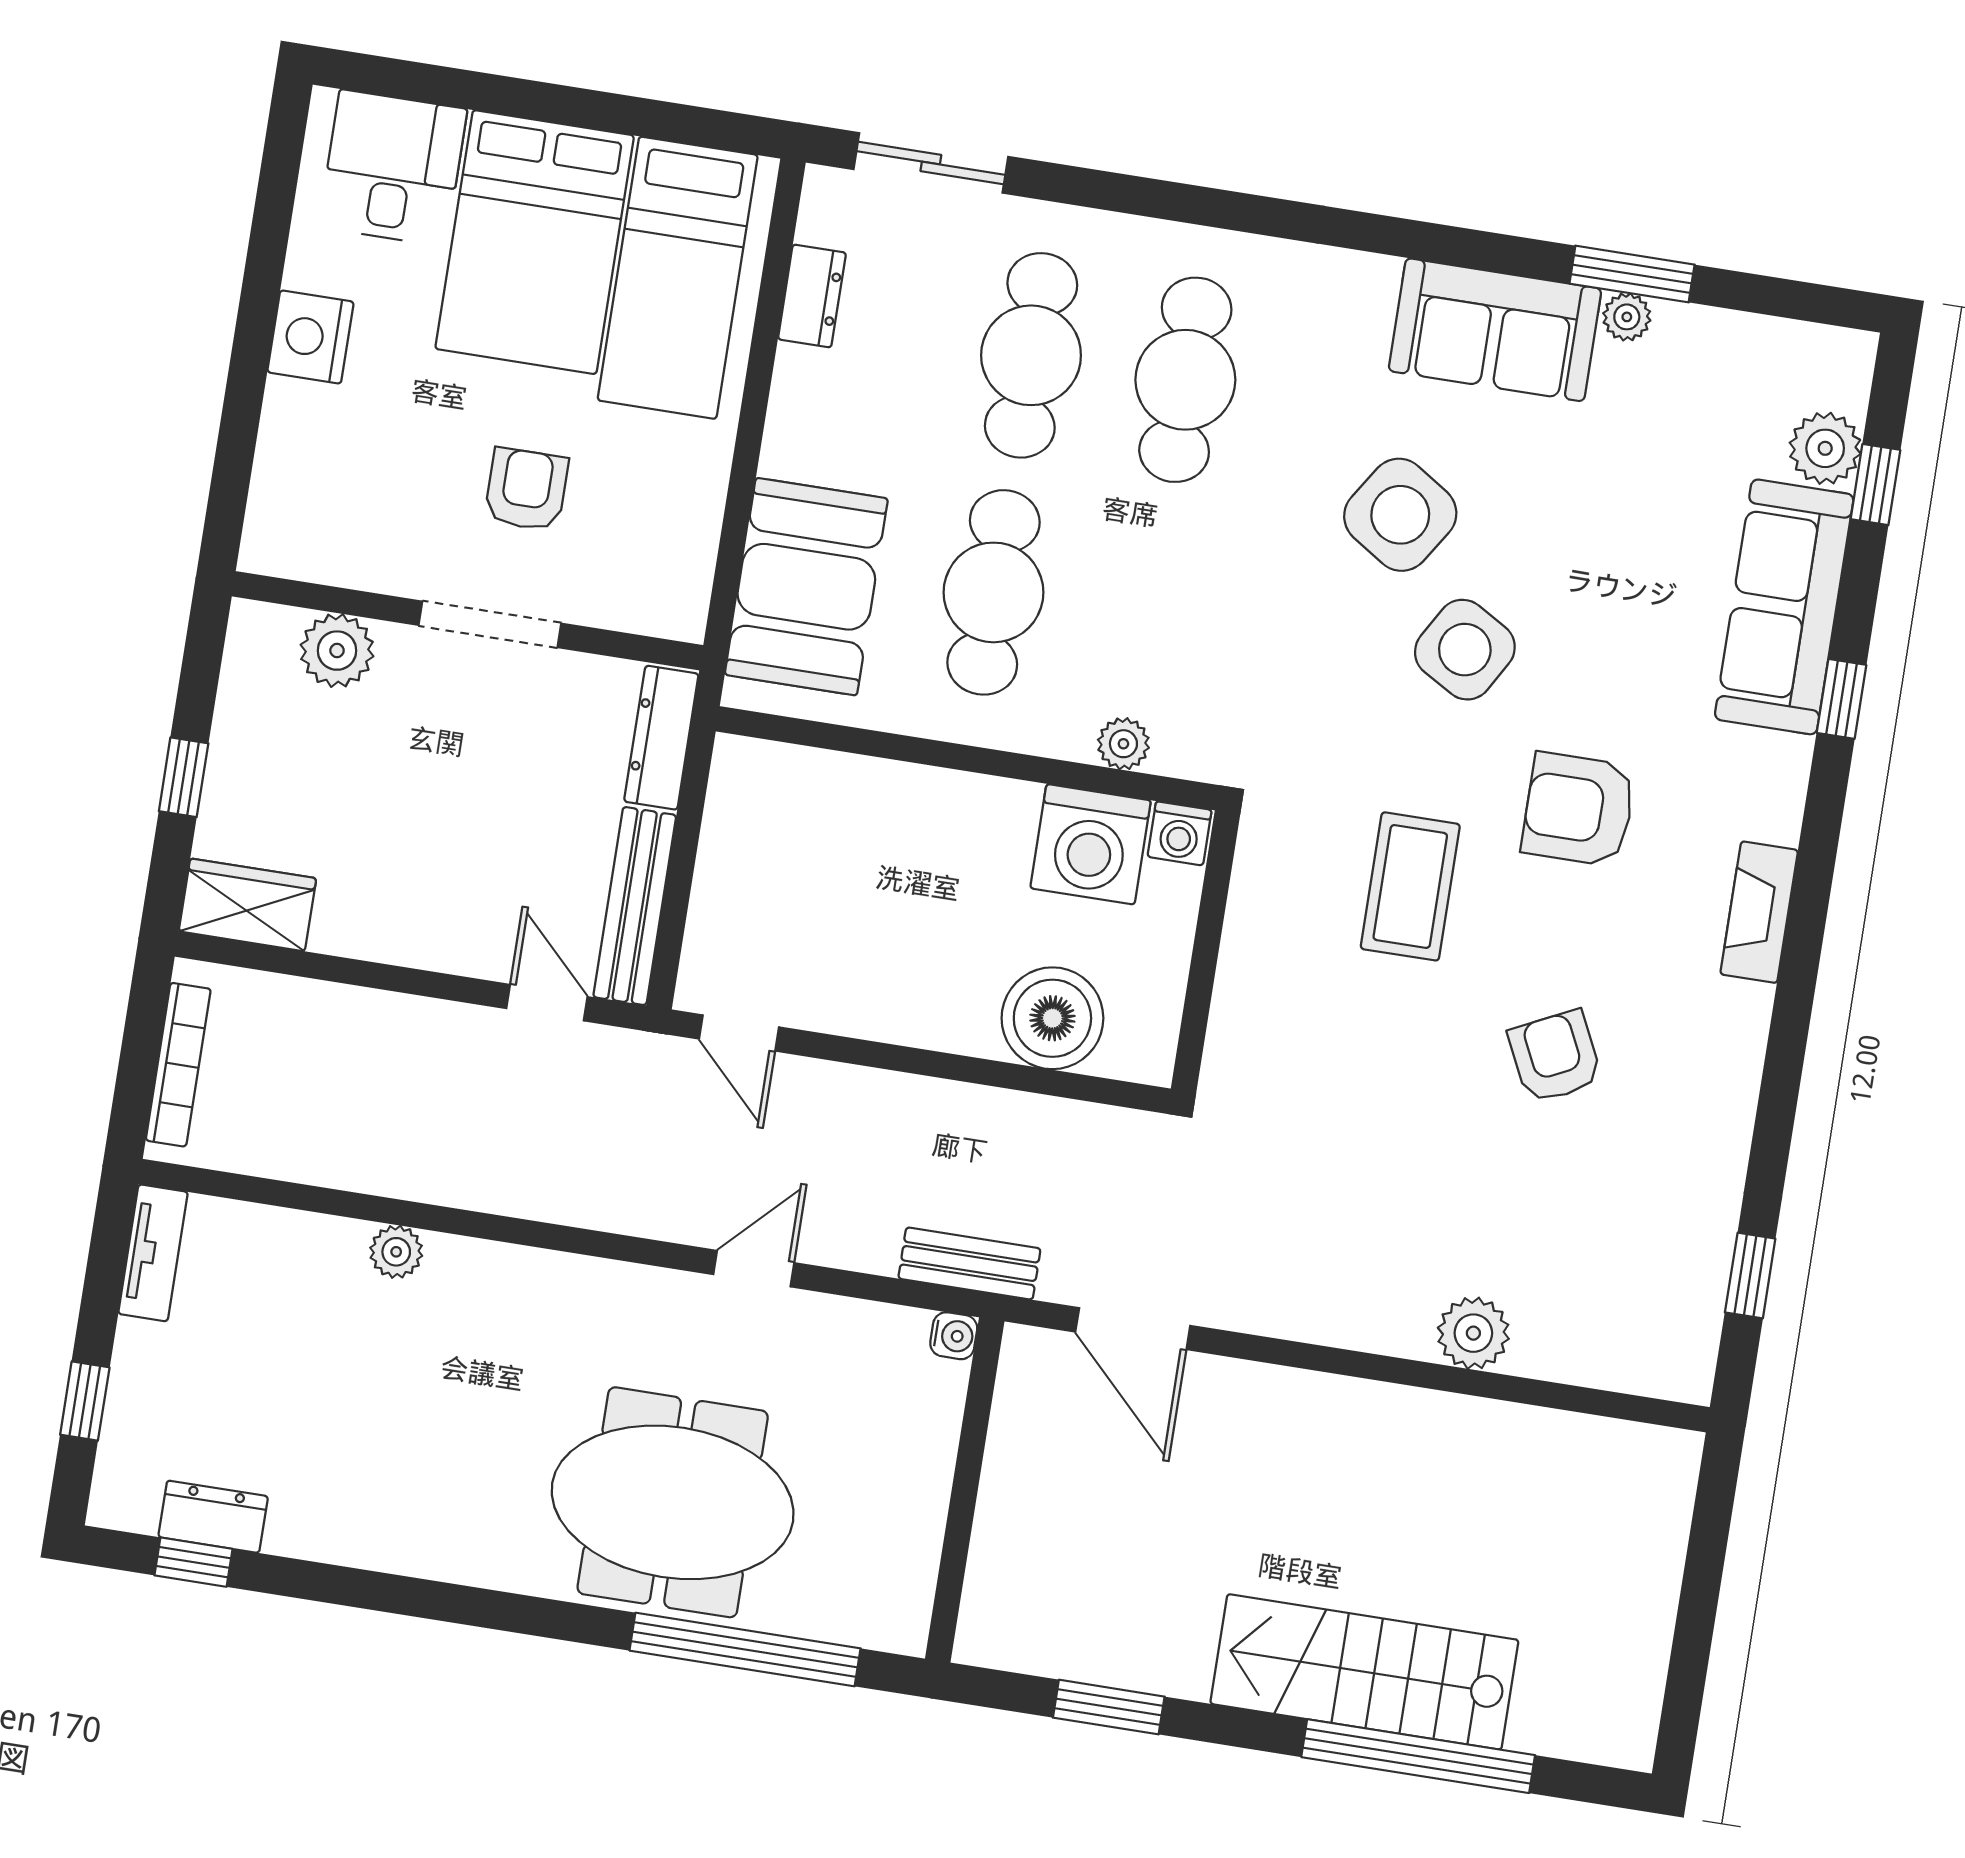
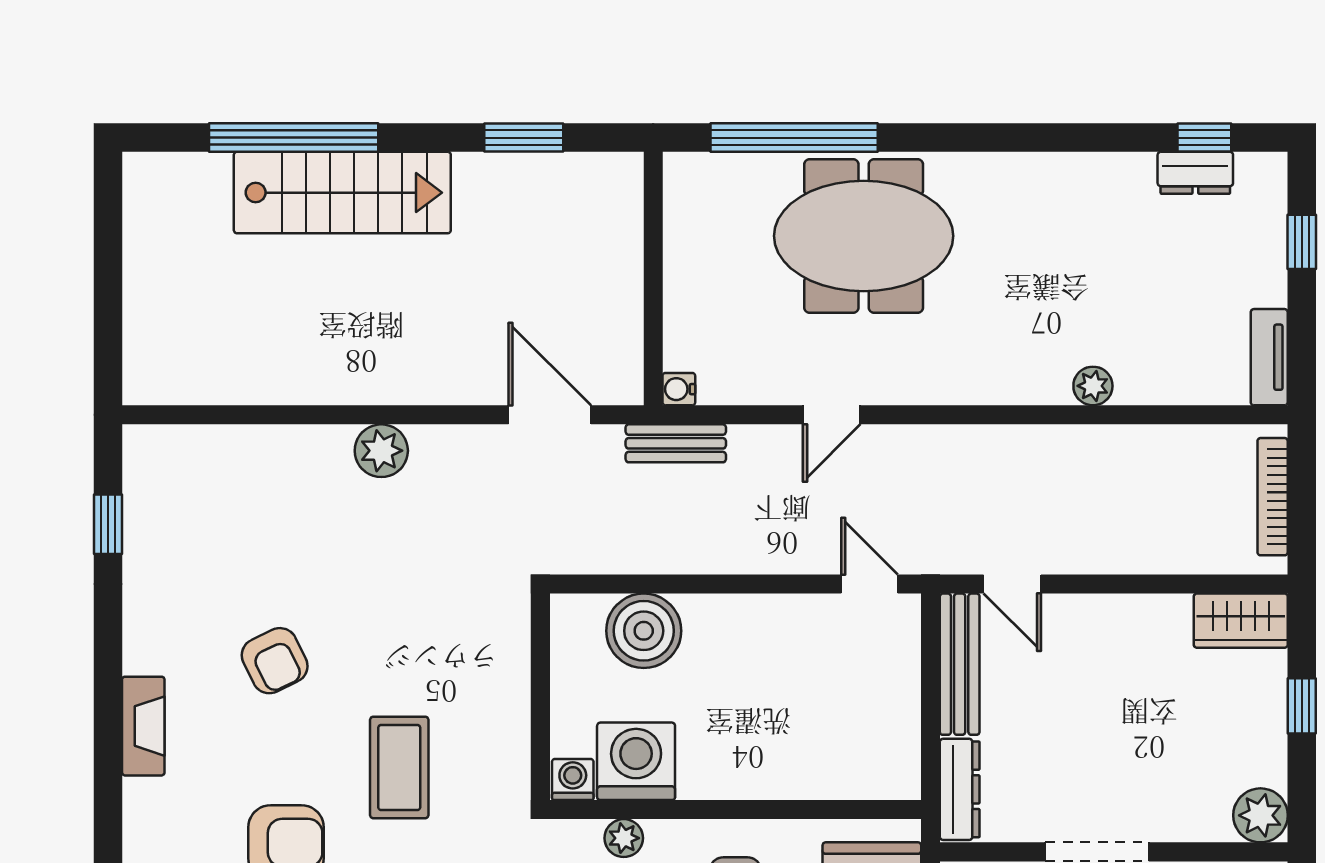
plant: (337, 651) -> (1260, 815), moved
fireplace: (1759, 912) -> (143, 726), moved
plant: (1473, 1333) -> (381, 451), moved

